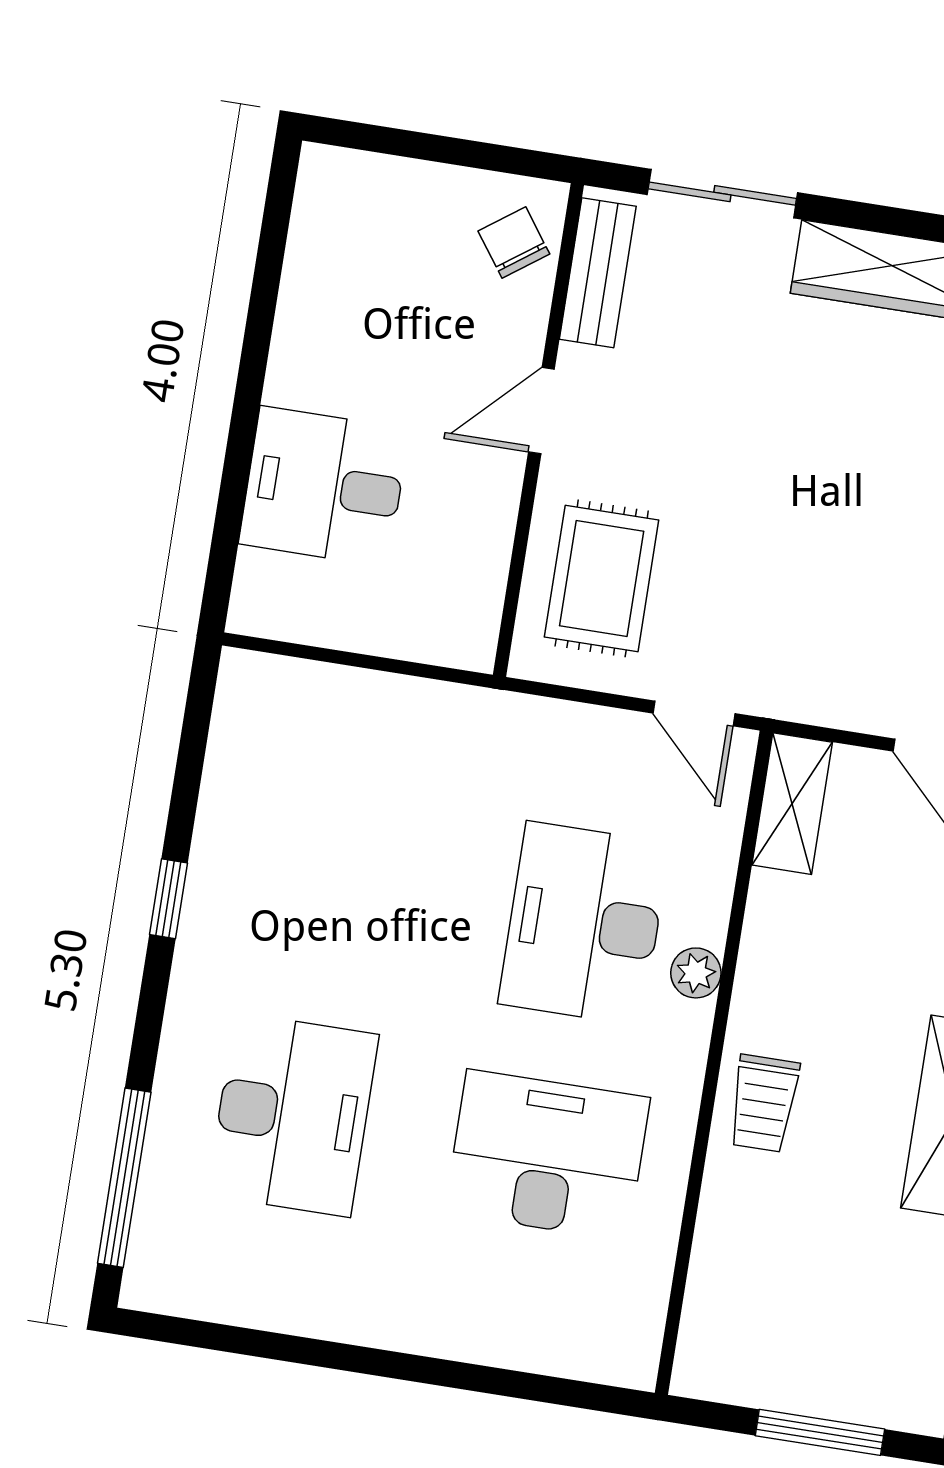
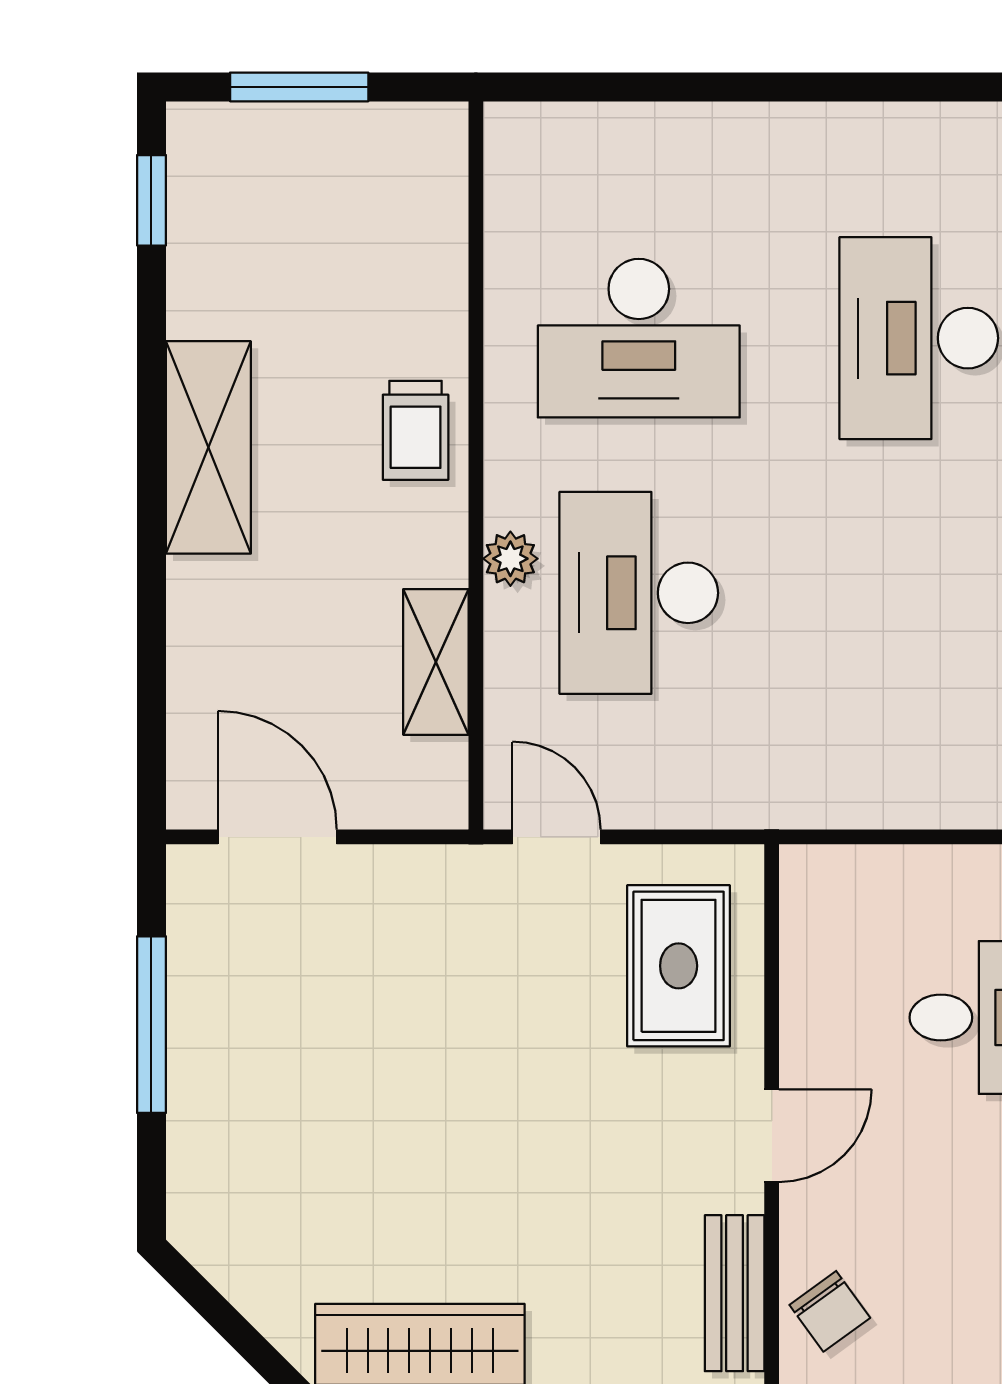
shelving: (792, 804) -> (436, 662), moved
desk: (584, 923) -> (639, 593), turned 180
trolley: (764, 1103) -> (416, 430), turned 180

